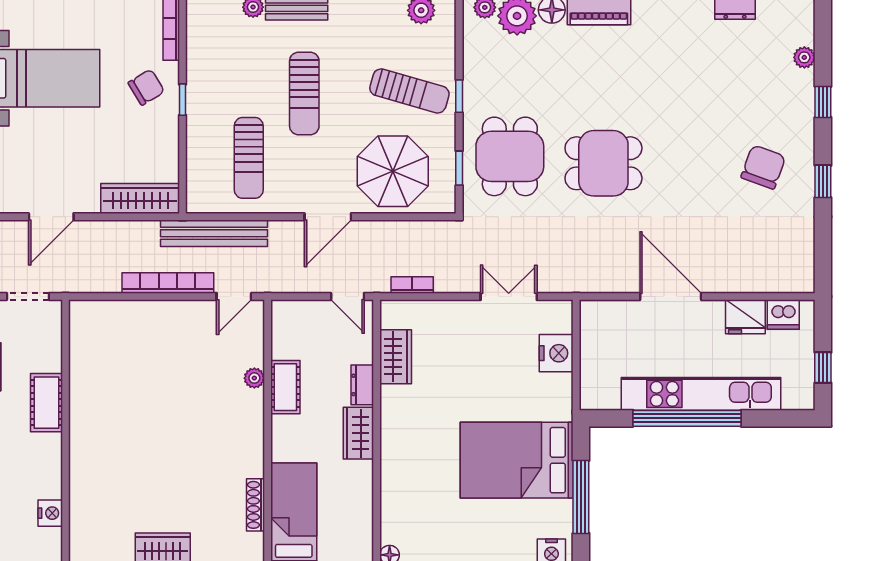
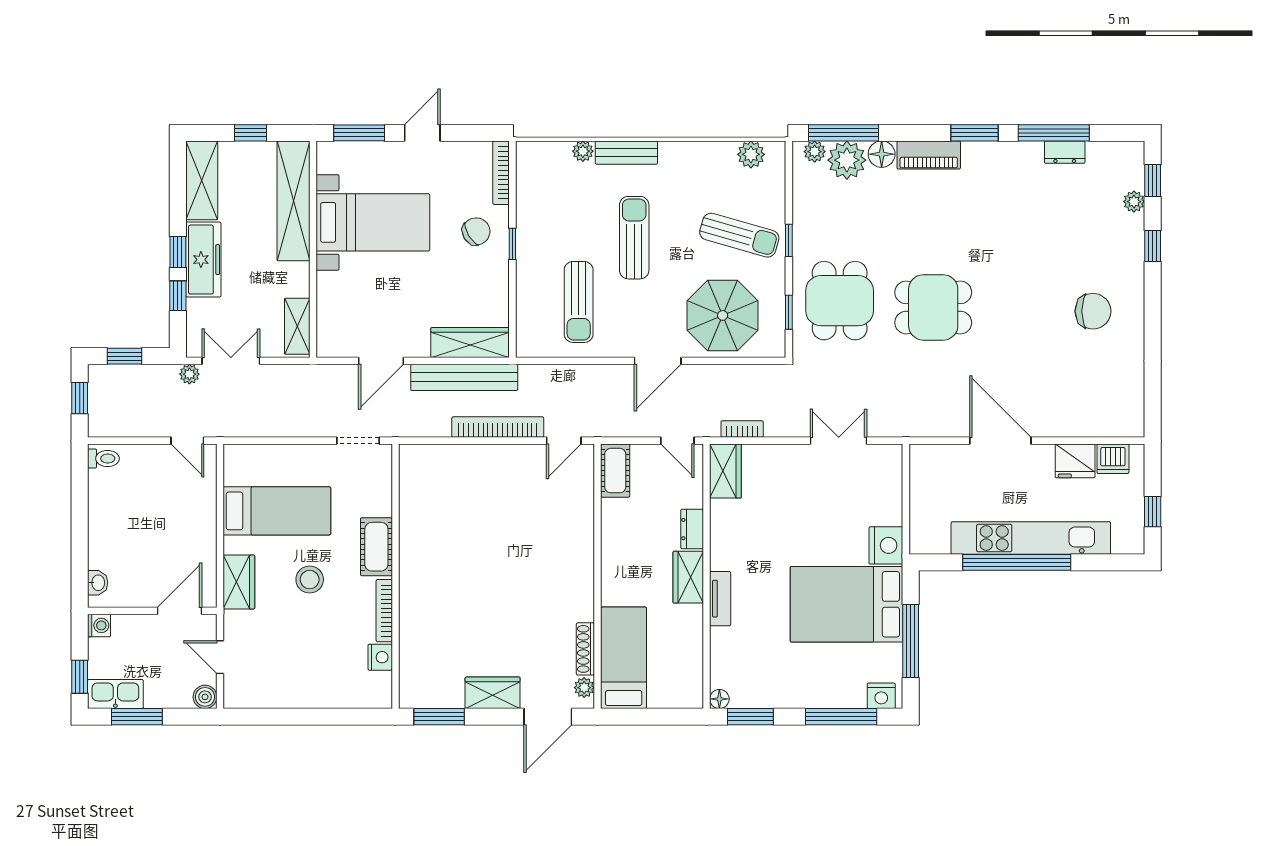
sun lounger: (304, 93) -> (634, 238), turned 180
chair: (763, 167) -> (1093, 311), turned 70
window: (823, 181) -> (1153, 180), moved
bench: (214, 233) -> (464, 377), moved
nightstand: (556, 353) -> (886, 545), moved
wardrobe: (396, 357) -> (725, 471), moved
plant: (254, 378) -> (584, 688), moved
cot: (285, 387) -> (615, 471), moved
tv unit: (390, 455) -> (720, 599), added
bookcase: (54, 467) -> (384, 611), added

